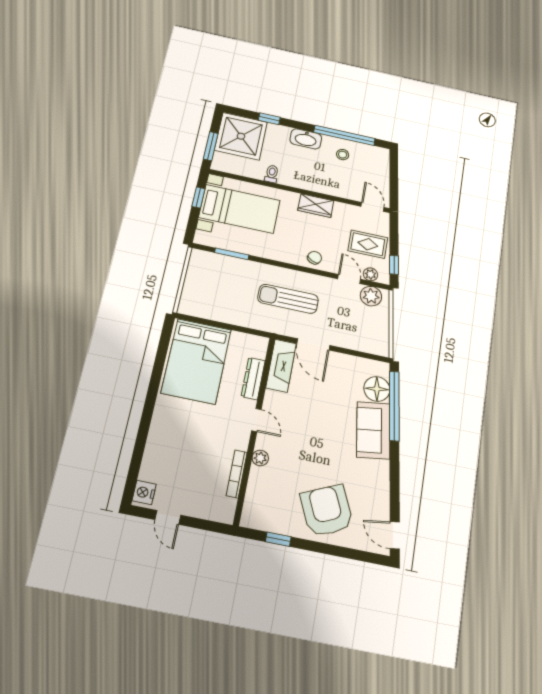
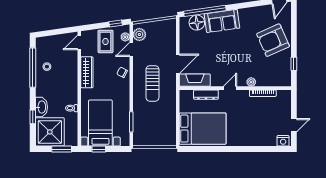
washbasin: (306, 139) -> (41, 107), moved
wardrobe: (316, 206) -> (87, 72), width x1.50

